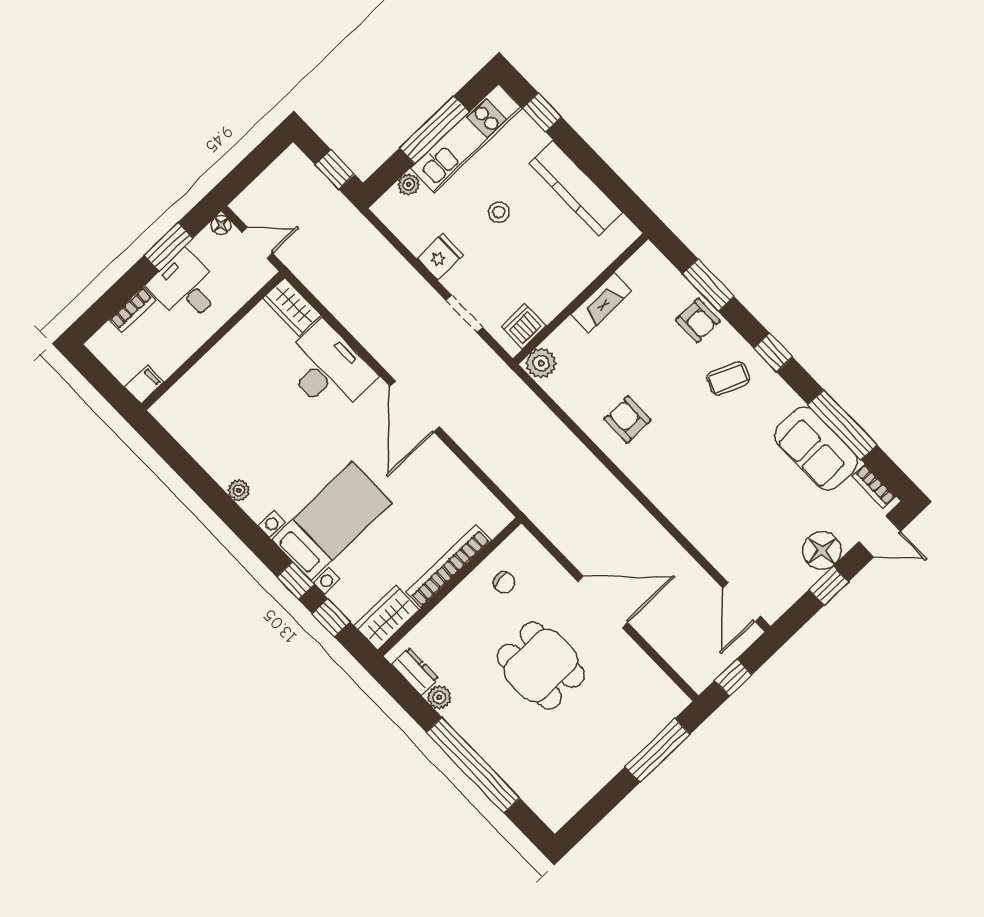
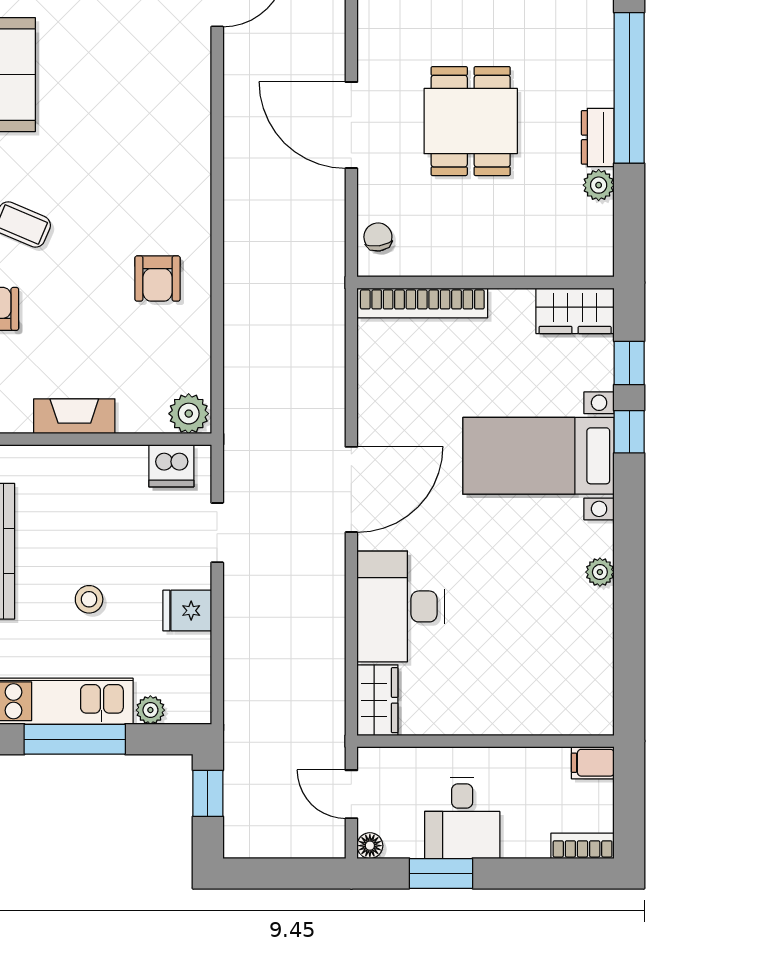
bookcase: (133, 310) -> (583, 846), moved
bookcase: (449, 566) -> (422, 303), moved
chair: (504, 582) -> (378, 237), moved
dresser: (415, 671) -> (598, 137), moved

